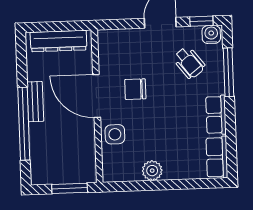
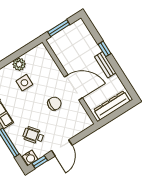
window: (24, 124) -> (104, 49), width x0.32
side table: (115, 134) -> (24, 83), moved

